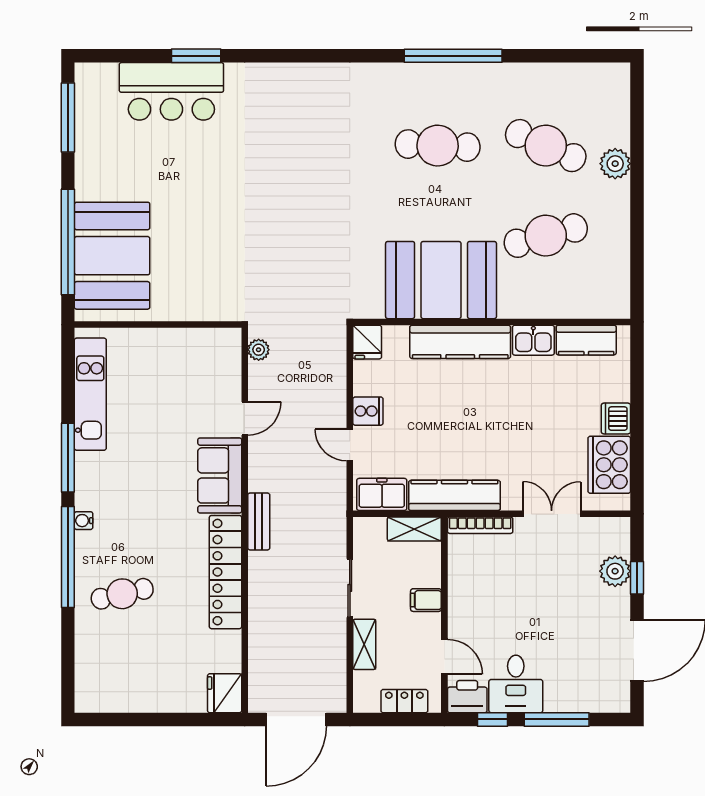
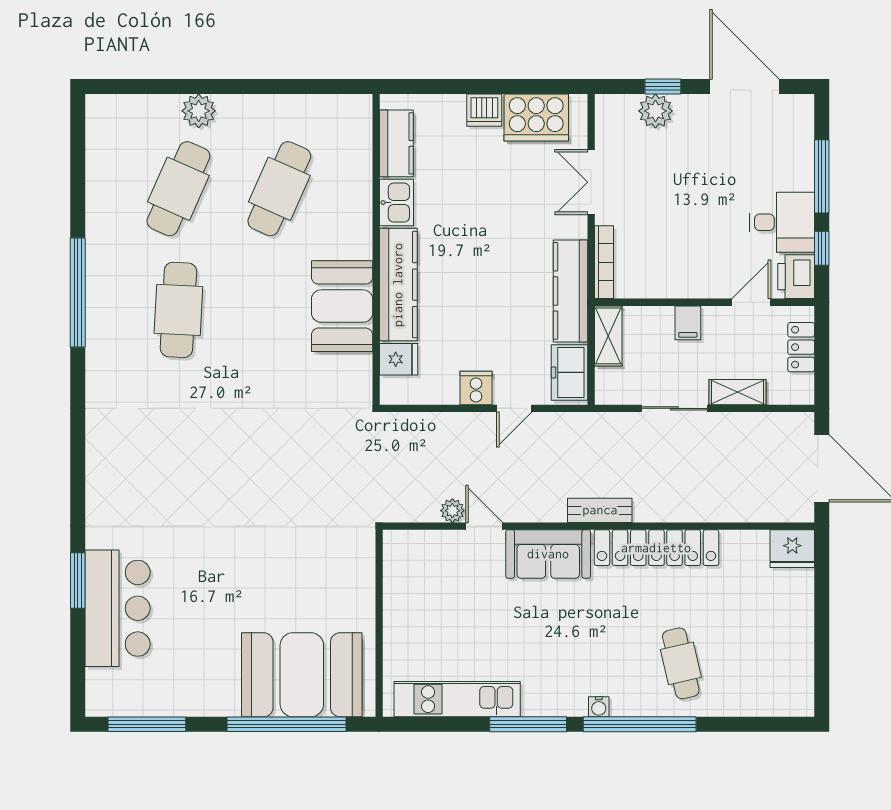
cafe table: (546, 236) -> (279, 189), turned 39
booth: (441, 280) -> (342, 306), width x0.73, depth x0.70
fridge: (367, 342) -> (399, 359), moved
plant: (259, 350) -> (452, 511), moved

